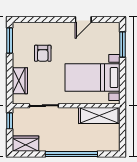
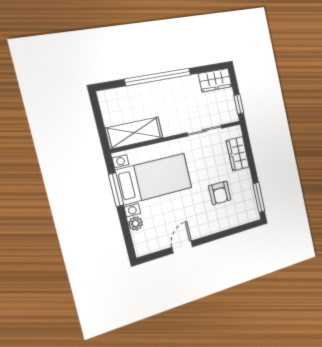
window: (122, 44) -> (116, 190), moved
plant: (114, 48) -> (136, 223), added
armchair: (43, 53) -> (220, 193), turned 180

